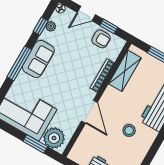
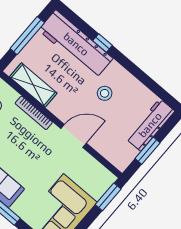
plant: (54, 138) -> (97, 183), removed
window: (35, 144) -> (108, 197), moved

